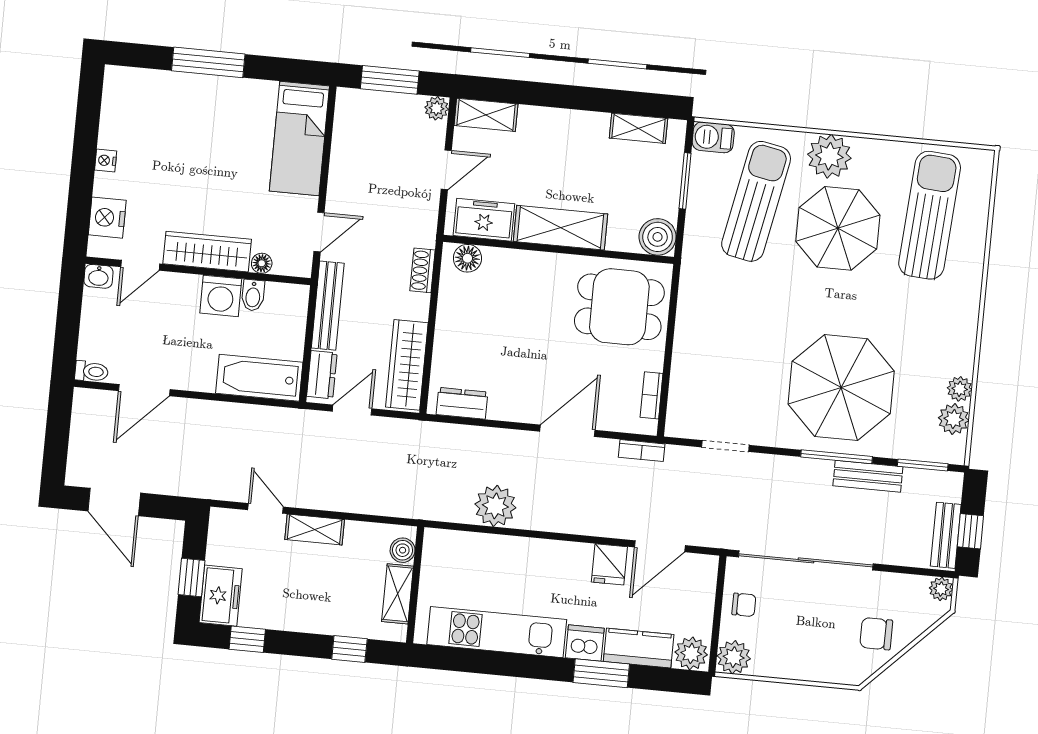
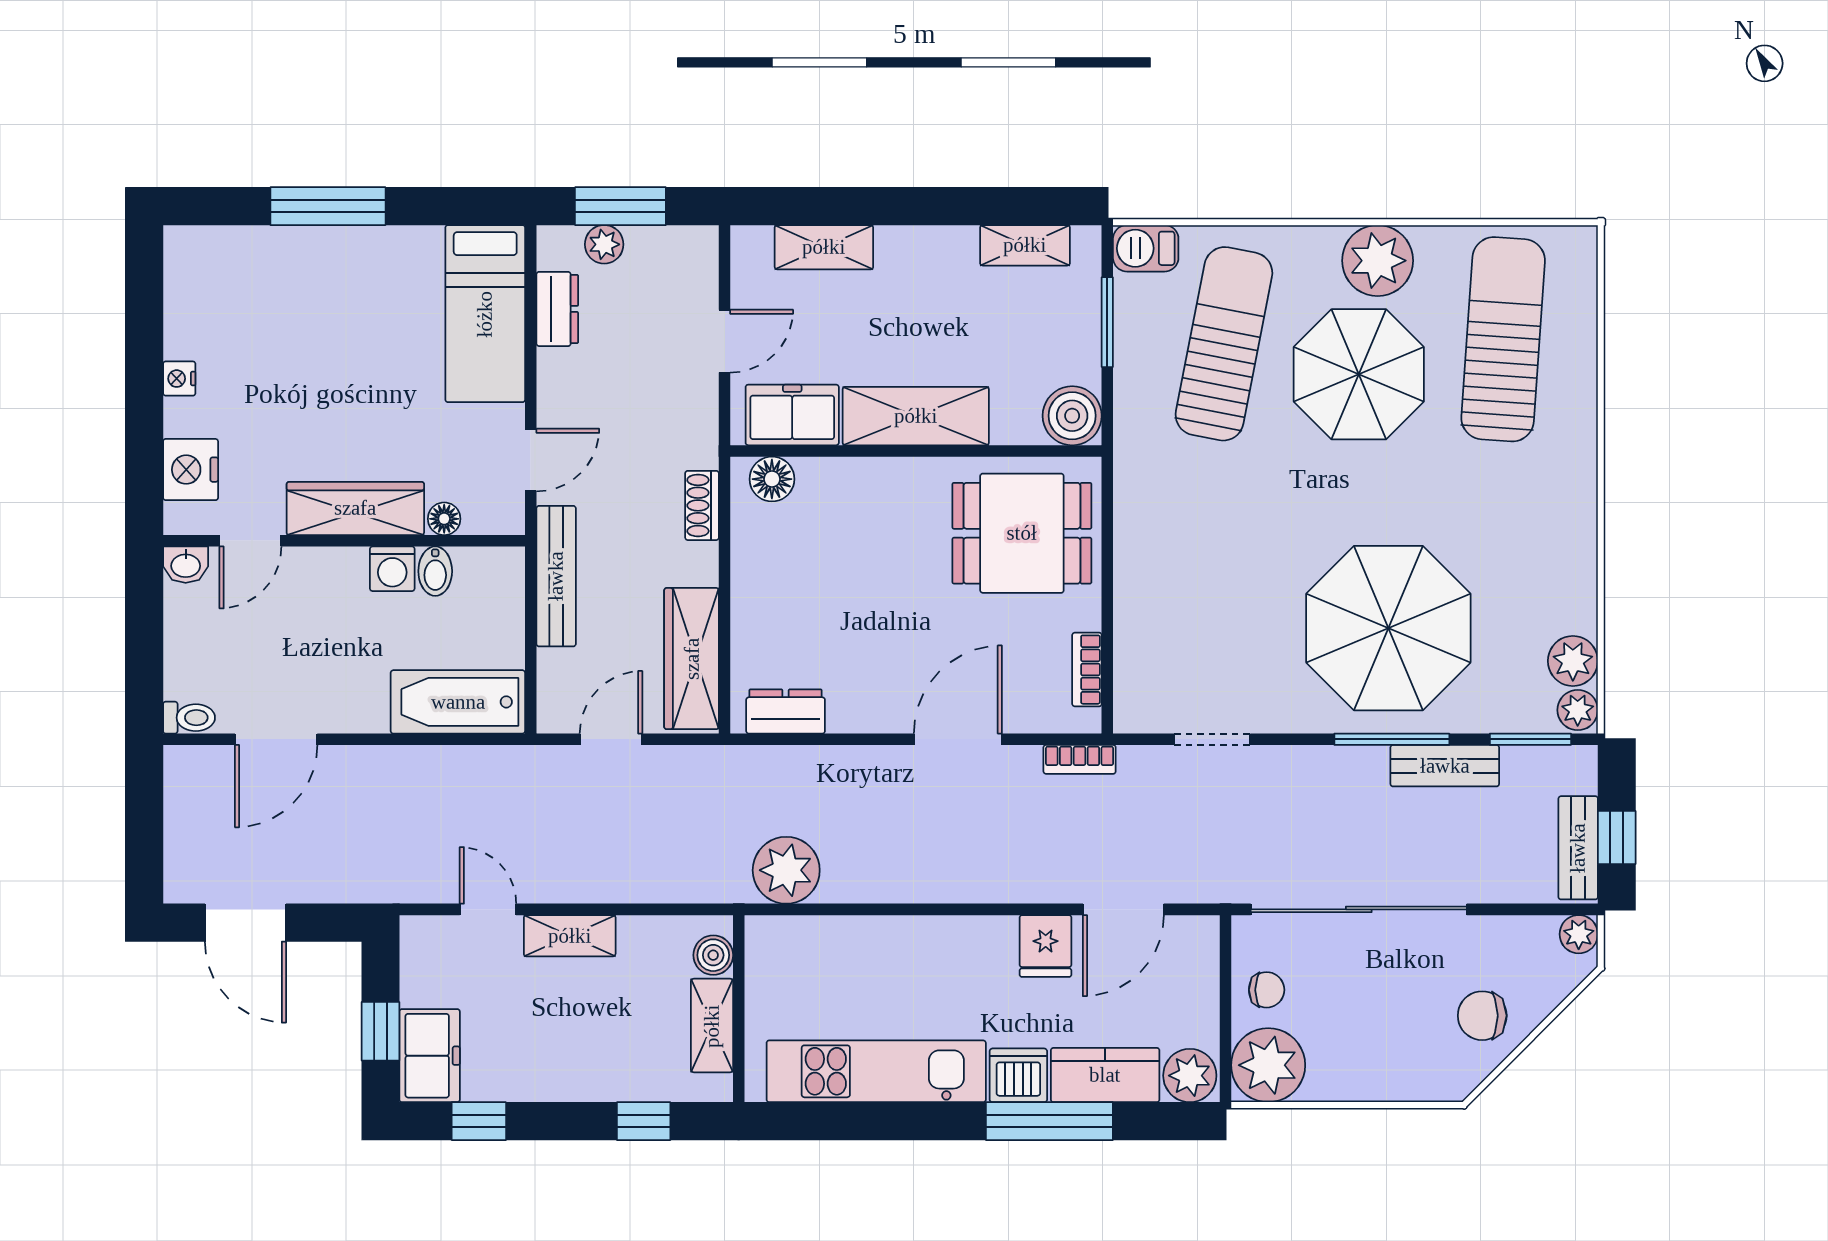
plant: (437, 108) -> (604, 244), moved
shelving: (486, 115) -> (824, 247), moved
plant: (829, 156) -> (1378, 261), moved
washing machine: (221, 296) -> (392, 569), width x0.73, depth x0.73
dresser: (322, 375) -> (557, 309), moved
plant: (960, 389) -> (1578, 710), moved
plant: (495, 506) -> (786, 870), moved
plant: (734, 657) -> (1268, 1065), width x1.36, depth x1.36
window: (601, 673) -> (1049, 1121), width x1.44

